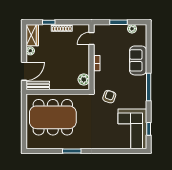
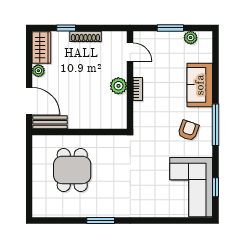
door: (92, 38) -> (130, 52), swing flipped
door: (24, 71) -> (29, 101), hinge flipped
plant: (84, 80) -> (118, 86), moved
armchair: (109, 97) -> (188, 130), moved
dining table: (53, 117) -> (72, 170), width x0.53, depth x0.80

